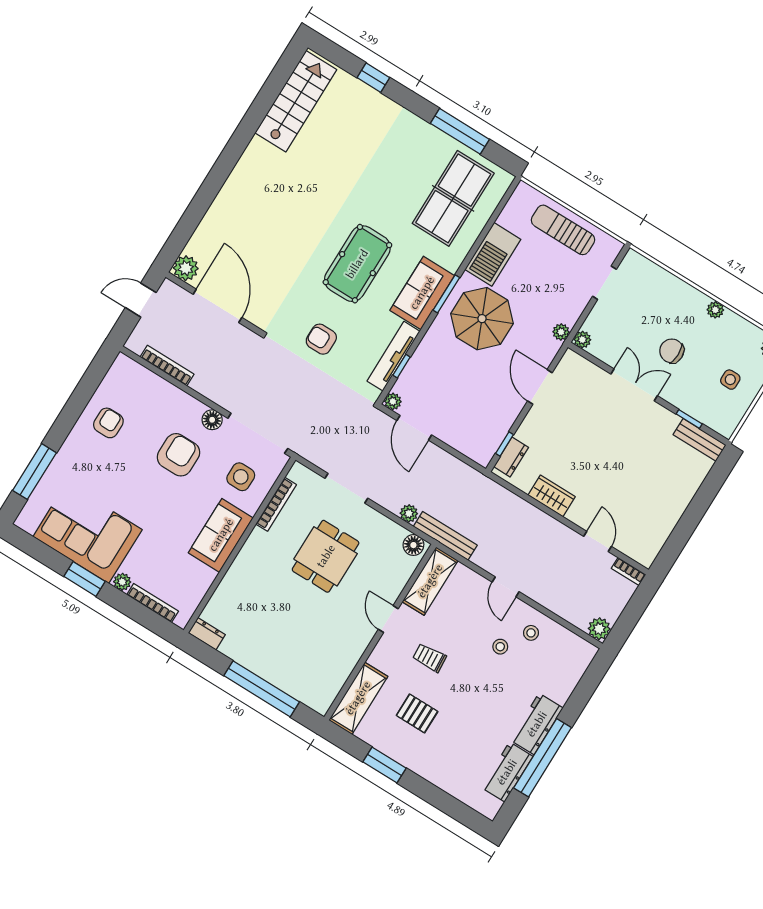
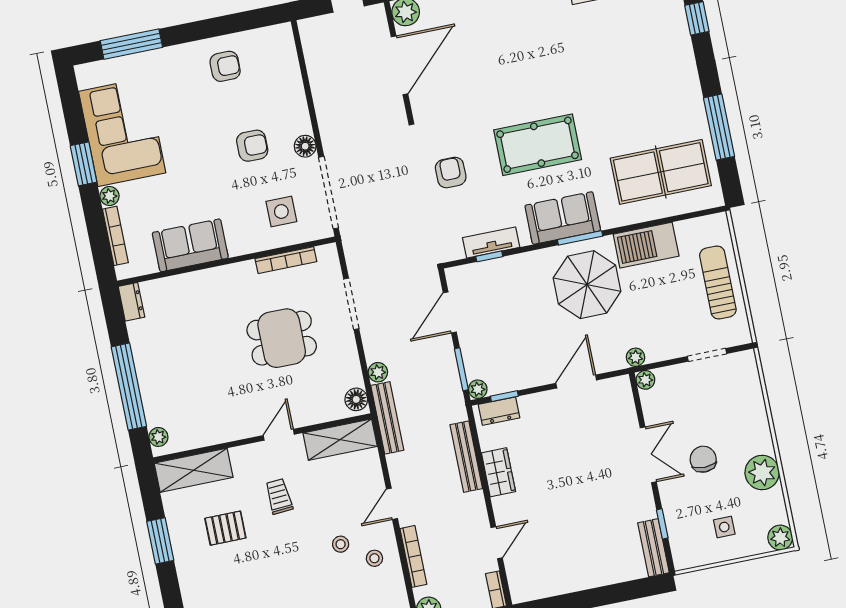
plant: (715, 310) -> (762, 473), width x1.88, depth x1.88
tv unit: (394, 356) -> (491, 243), width x0.71
bookcase: (167, 366) -> (413, 556), moved
plant: (393, 401) -> (478, 389), moved
armchair: (178, 455) -> (252, 146), width x0.72, depth x0.72
window: (459, 456) -> (461, 369), added
bench: (521, 507) -> (466, 457), added
sofa: (221, 535) -> (190, 245), moved
plant: (314, 701) -> (158, 437), added
pallet: (417, 713) -> (225, 528), turned 90

